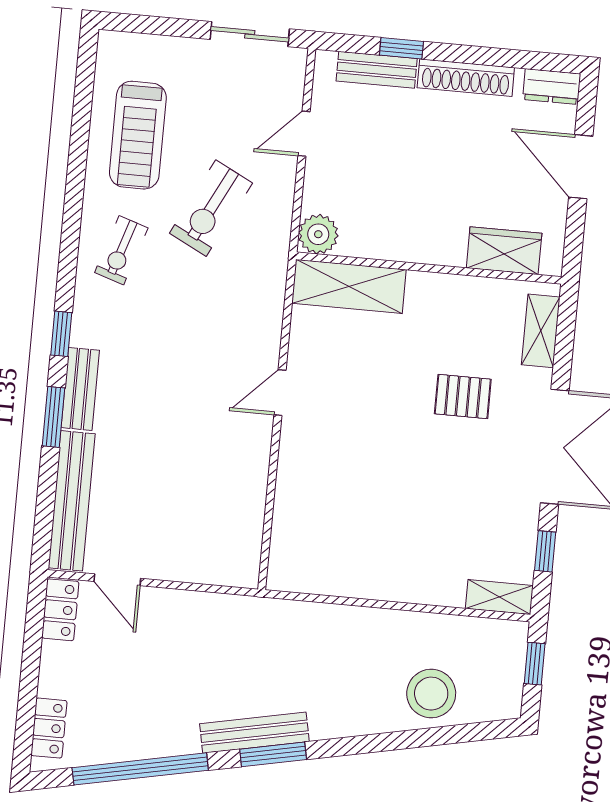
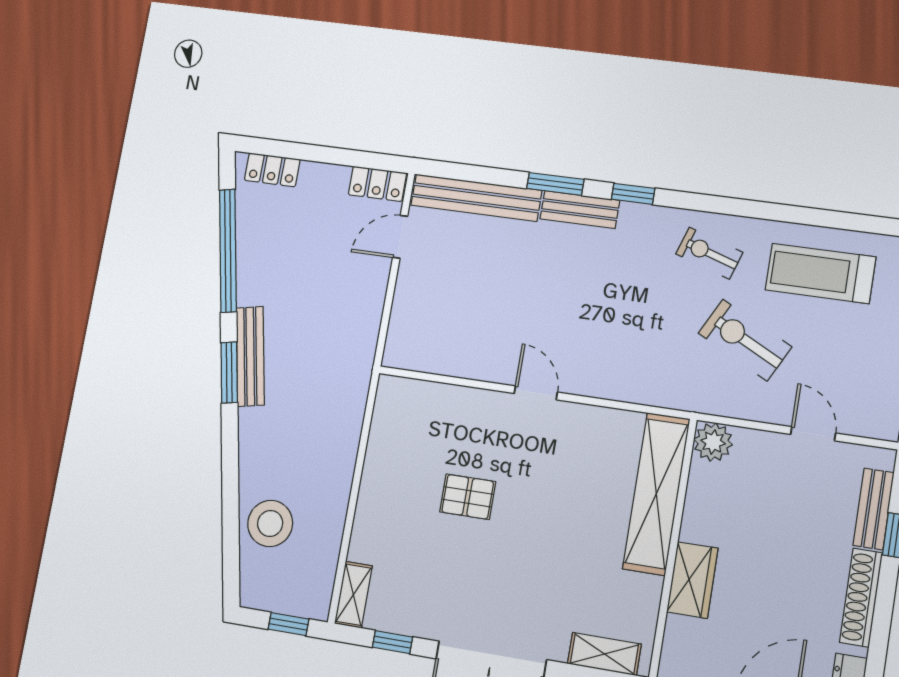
wardrobe: (504, 251) -> (692, 580), moved
shelving: (349, 286) -> (656, 494), width x1.47
door: (280, 393) -> (536, 393), moved
pallet: (463, 397) -> (468, 497), moved, turned 90

